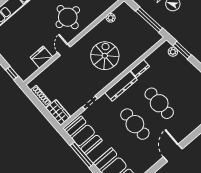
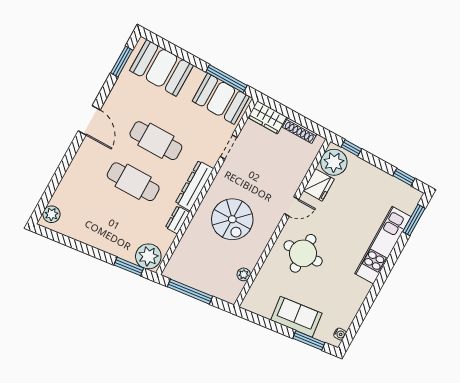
door: (64, 50) -> (292, 206), hinge flipped
plant: (173, 52) -> (148, 256), width x1.88, depth x1.88
plant: (26, 68) -> (334, 162), added
window: (82, 155) -> (226, 79), moved

